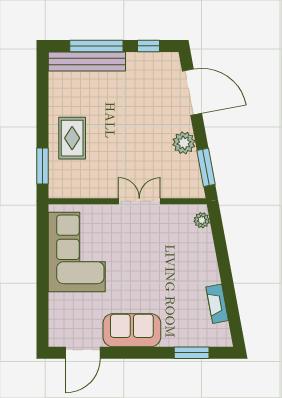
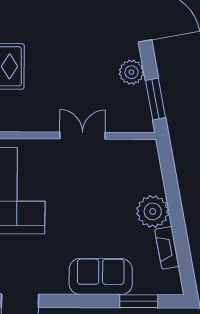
plant: (202, 220) -> (153, 211), moved, width x1.88, depth x1.88
sofa: (132, 330) -> (101, 276), moved

